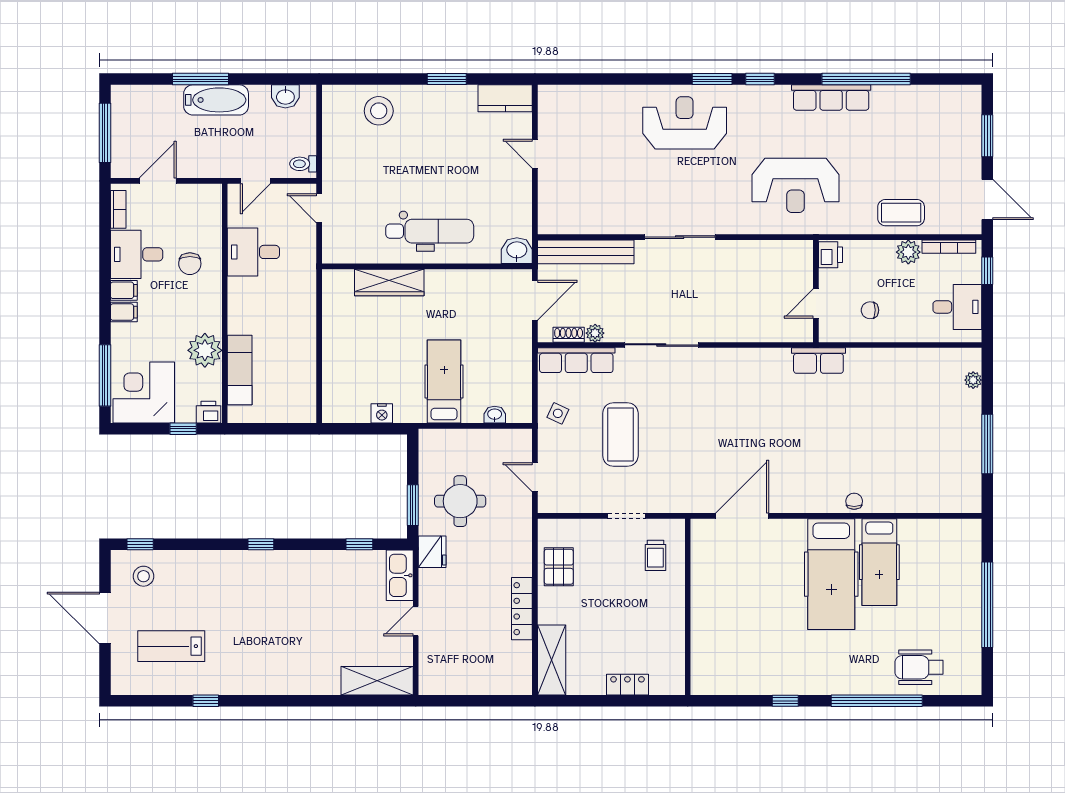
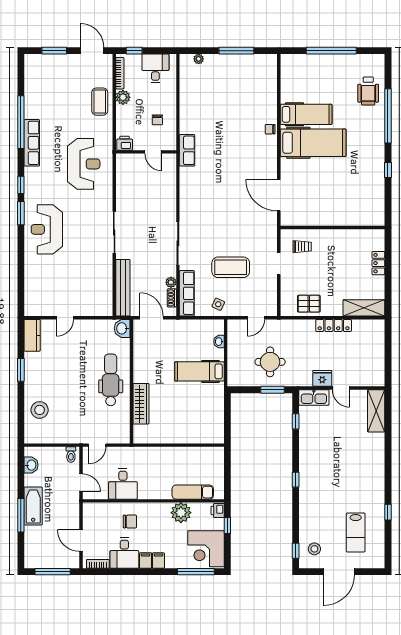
door: (987, 200) -> (92, 51), hinge flipped
nightstand: (382, 413) -> (218, 408), removed
fridge: (432, 552) -> (322, 378), moved

